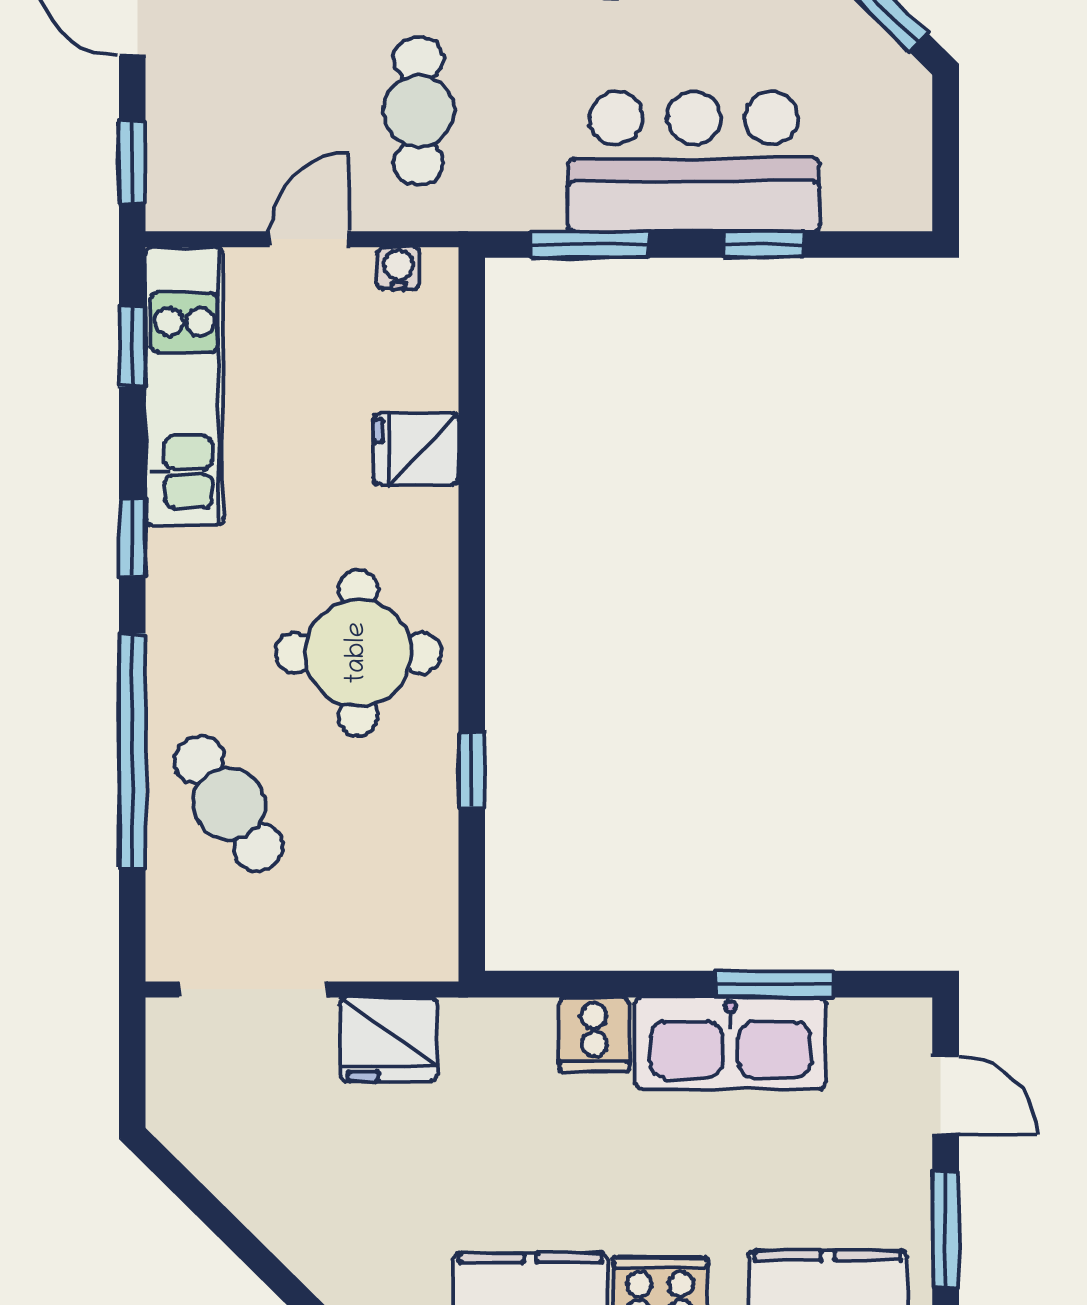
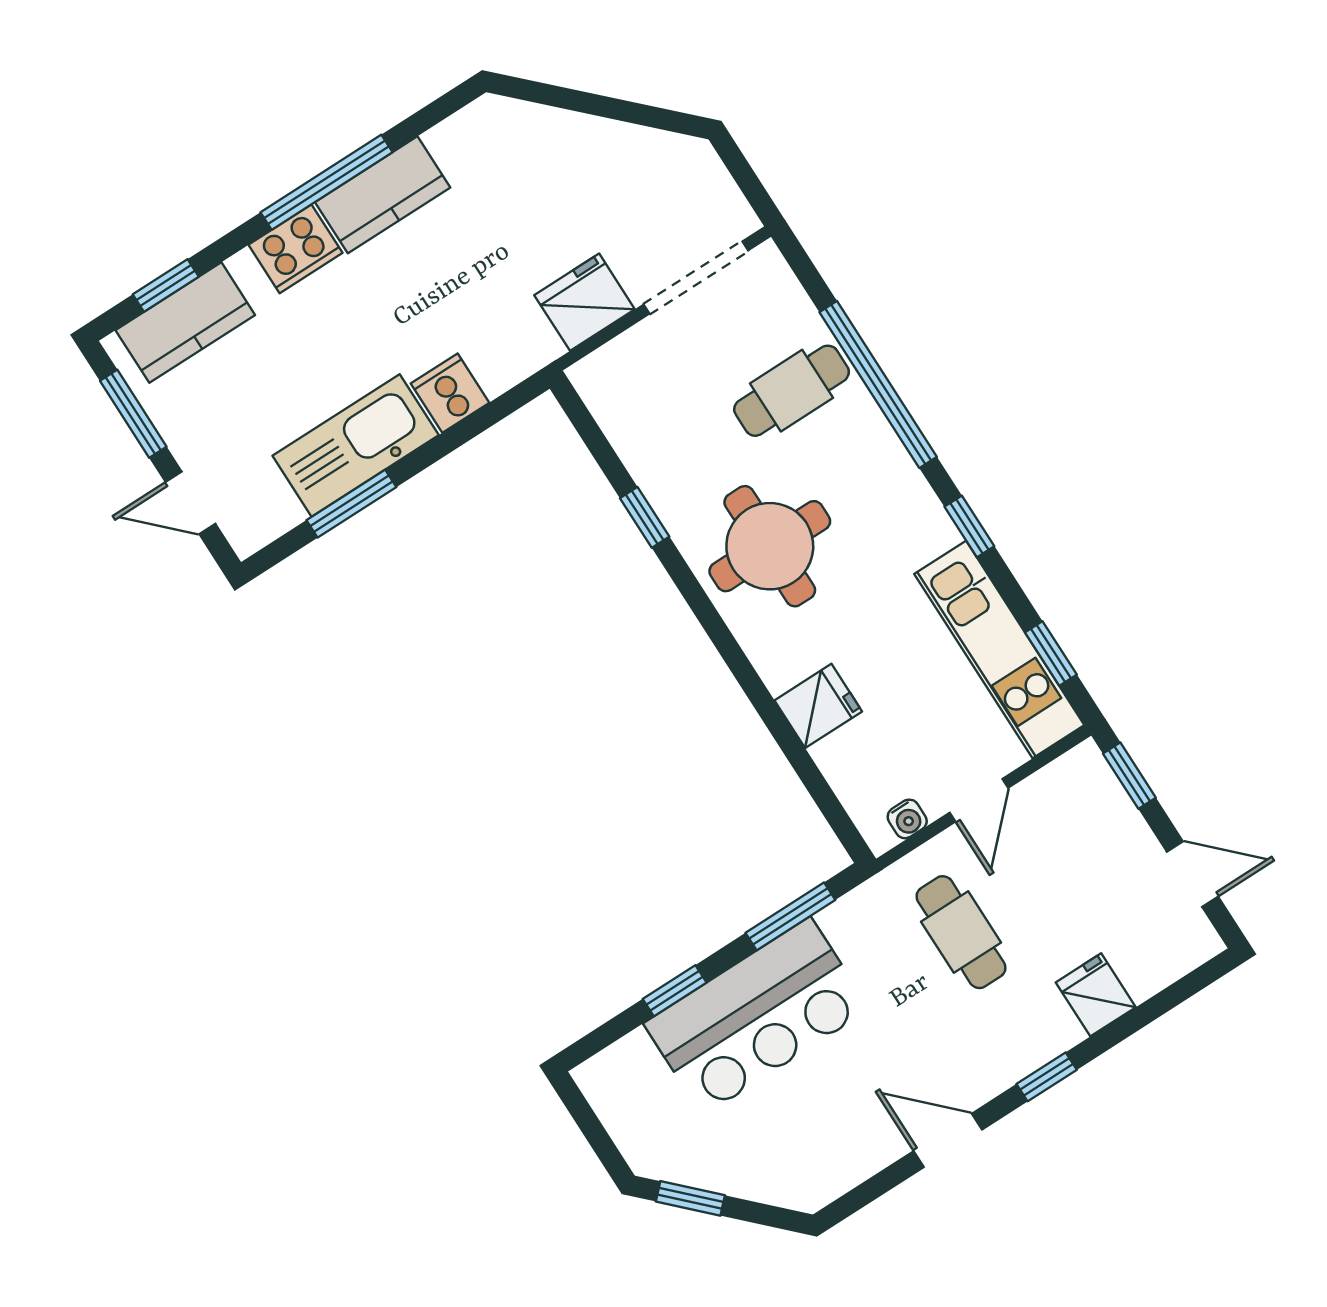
cafe table: (229, 804) -> (792, 391), turned -56

